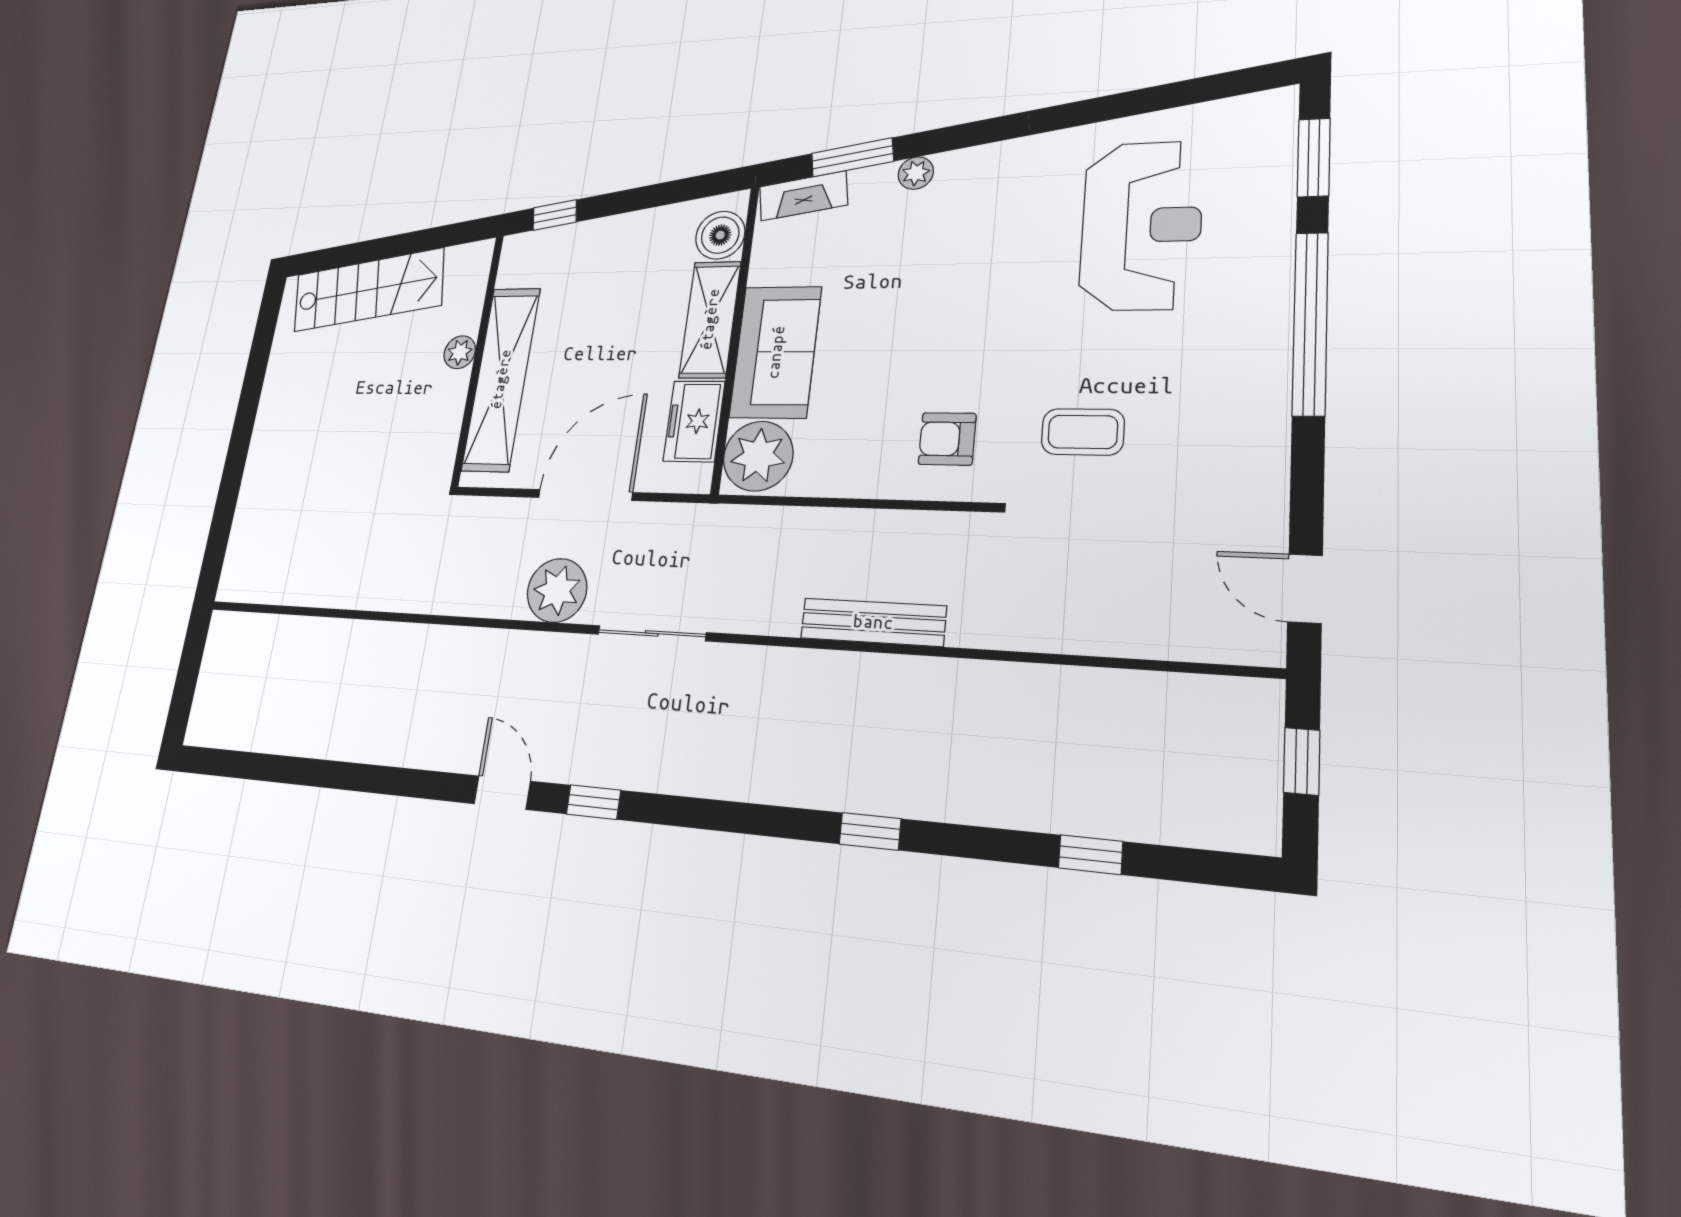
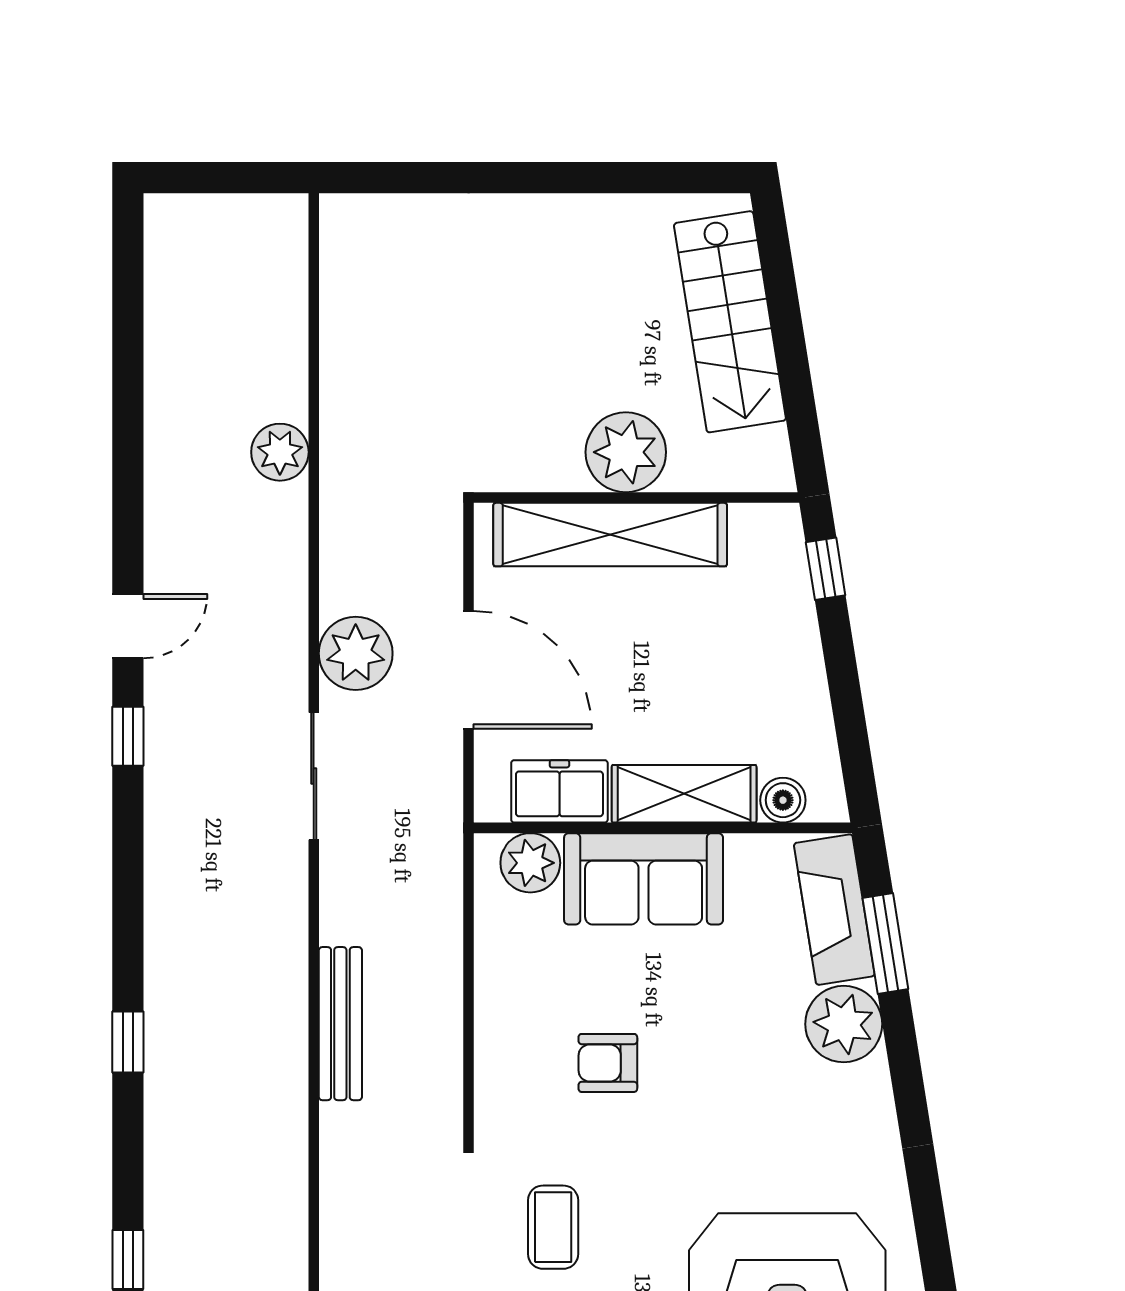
plant: (916, 173) -> (844, 1024), width x1.87, depth x1.87
fireplace: (803, 196) -> (834, 910), width x1.37, depth x1.32
boiler: (720, 235) -> (783, 800), width x0.73, depth x0.73
plant: (460, 352) -> (626, 452), width x1.88, depth x1.88
armchair: (947, 439) -> (608, 1063), moved, turned -90
plant: (758, 456) -> (530, 863), width x0.73, depth x0.73
plant: (391, 646) -> (280, 452), added

